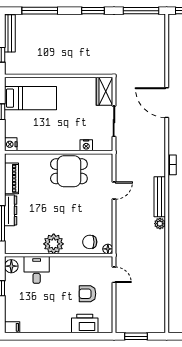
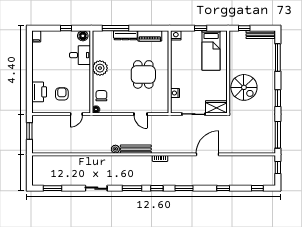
spiral stairs: (79, 55) -> (244, 87), added
dining table: (69, 171) -> (143, 74), moved

